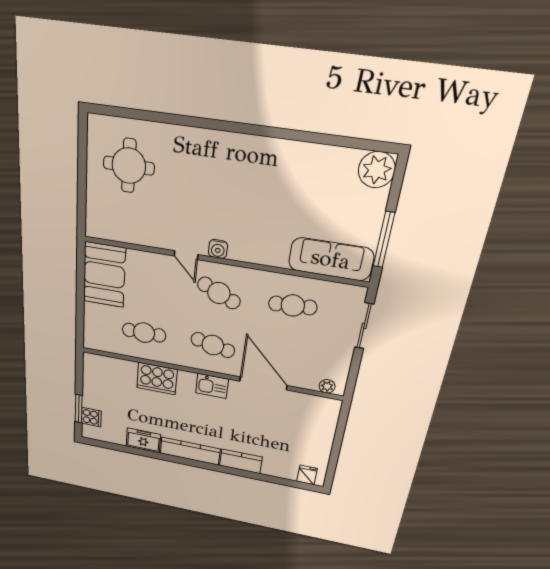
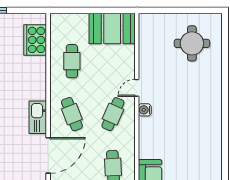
cafe table: (213, 345) -> (72, 114), turned -33
cooker: (157, 379) -> (35, 40), moved
kitchen sink: (212, 386) -> (38, 117), width x1.38

